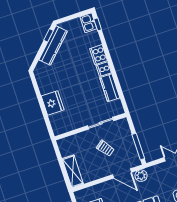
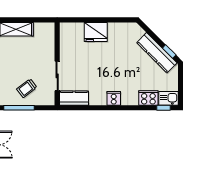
cooker: (99, 55) -> (148, 98), moved
kitchen counter: (110, 88) -> (74, 98), moved
trolley: (105, 148) -> (27, 88), moved

